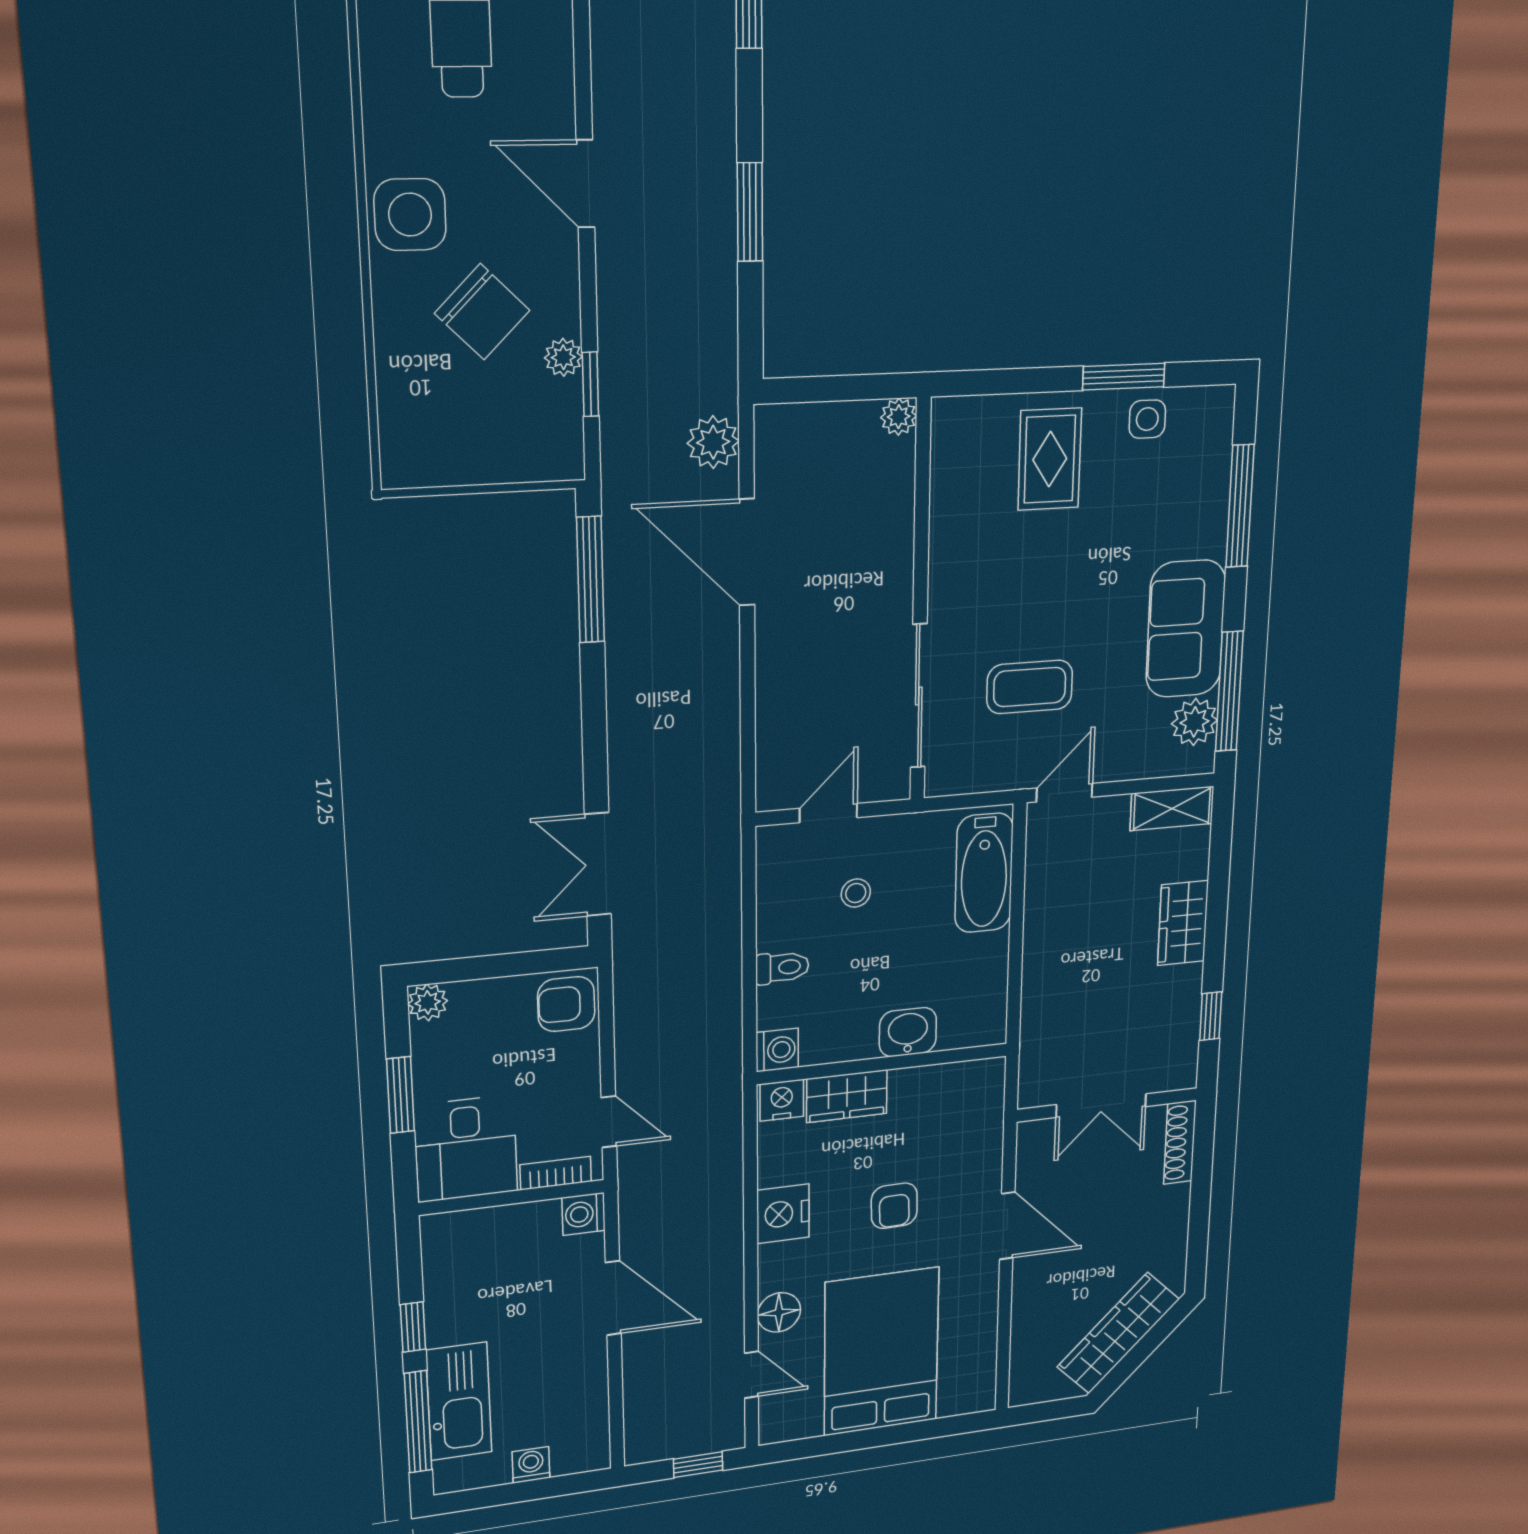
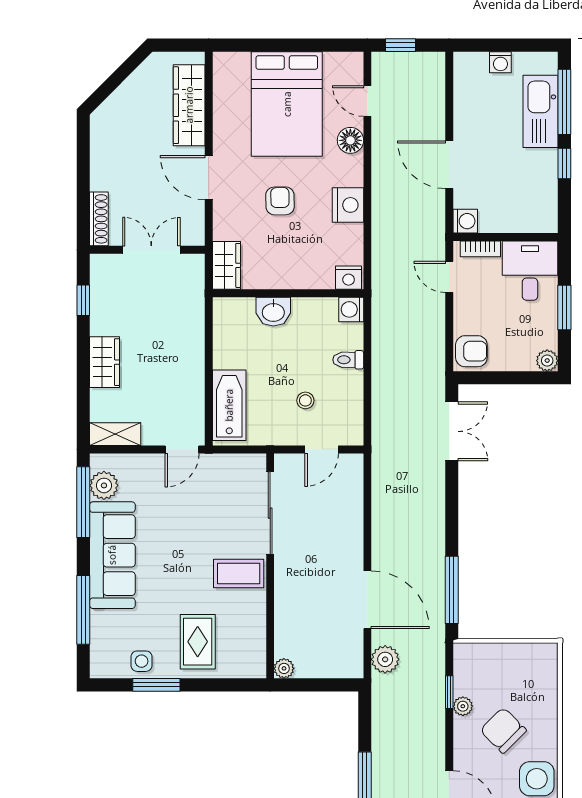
sofa: (1186, 629) -> (112, 555), width x1.36
coffee table: (1030, 687) -> (239, 573), moved
wardrobe: (847, 1096) -> (226, 265), moved, turned 90
wardrobe: (1118, 1333) -> (189, 105), moved, turned 135

